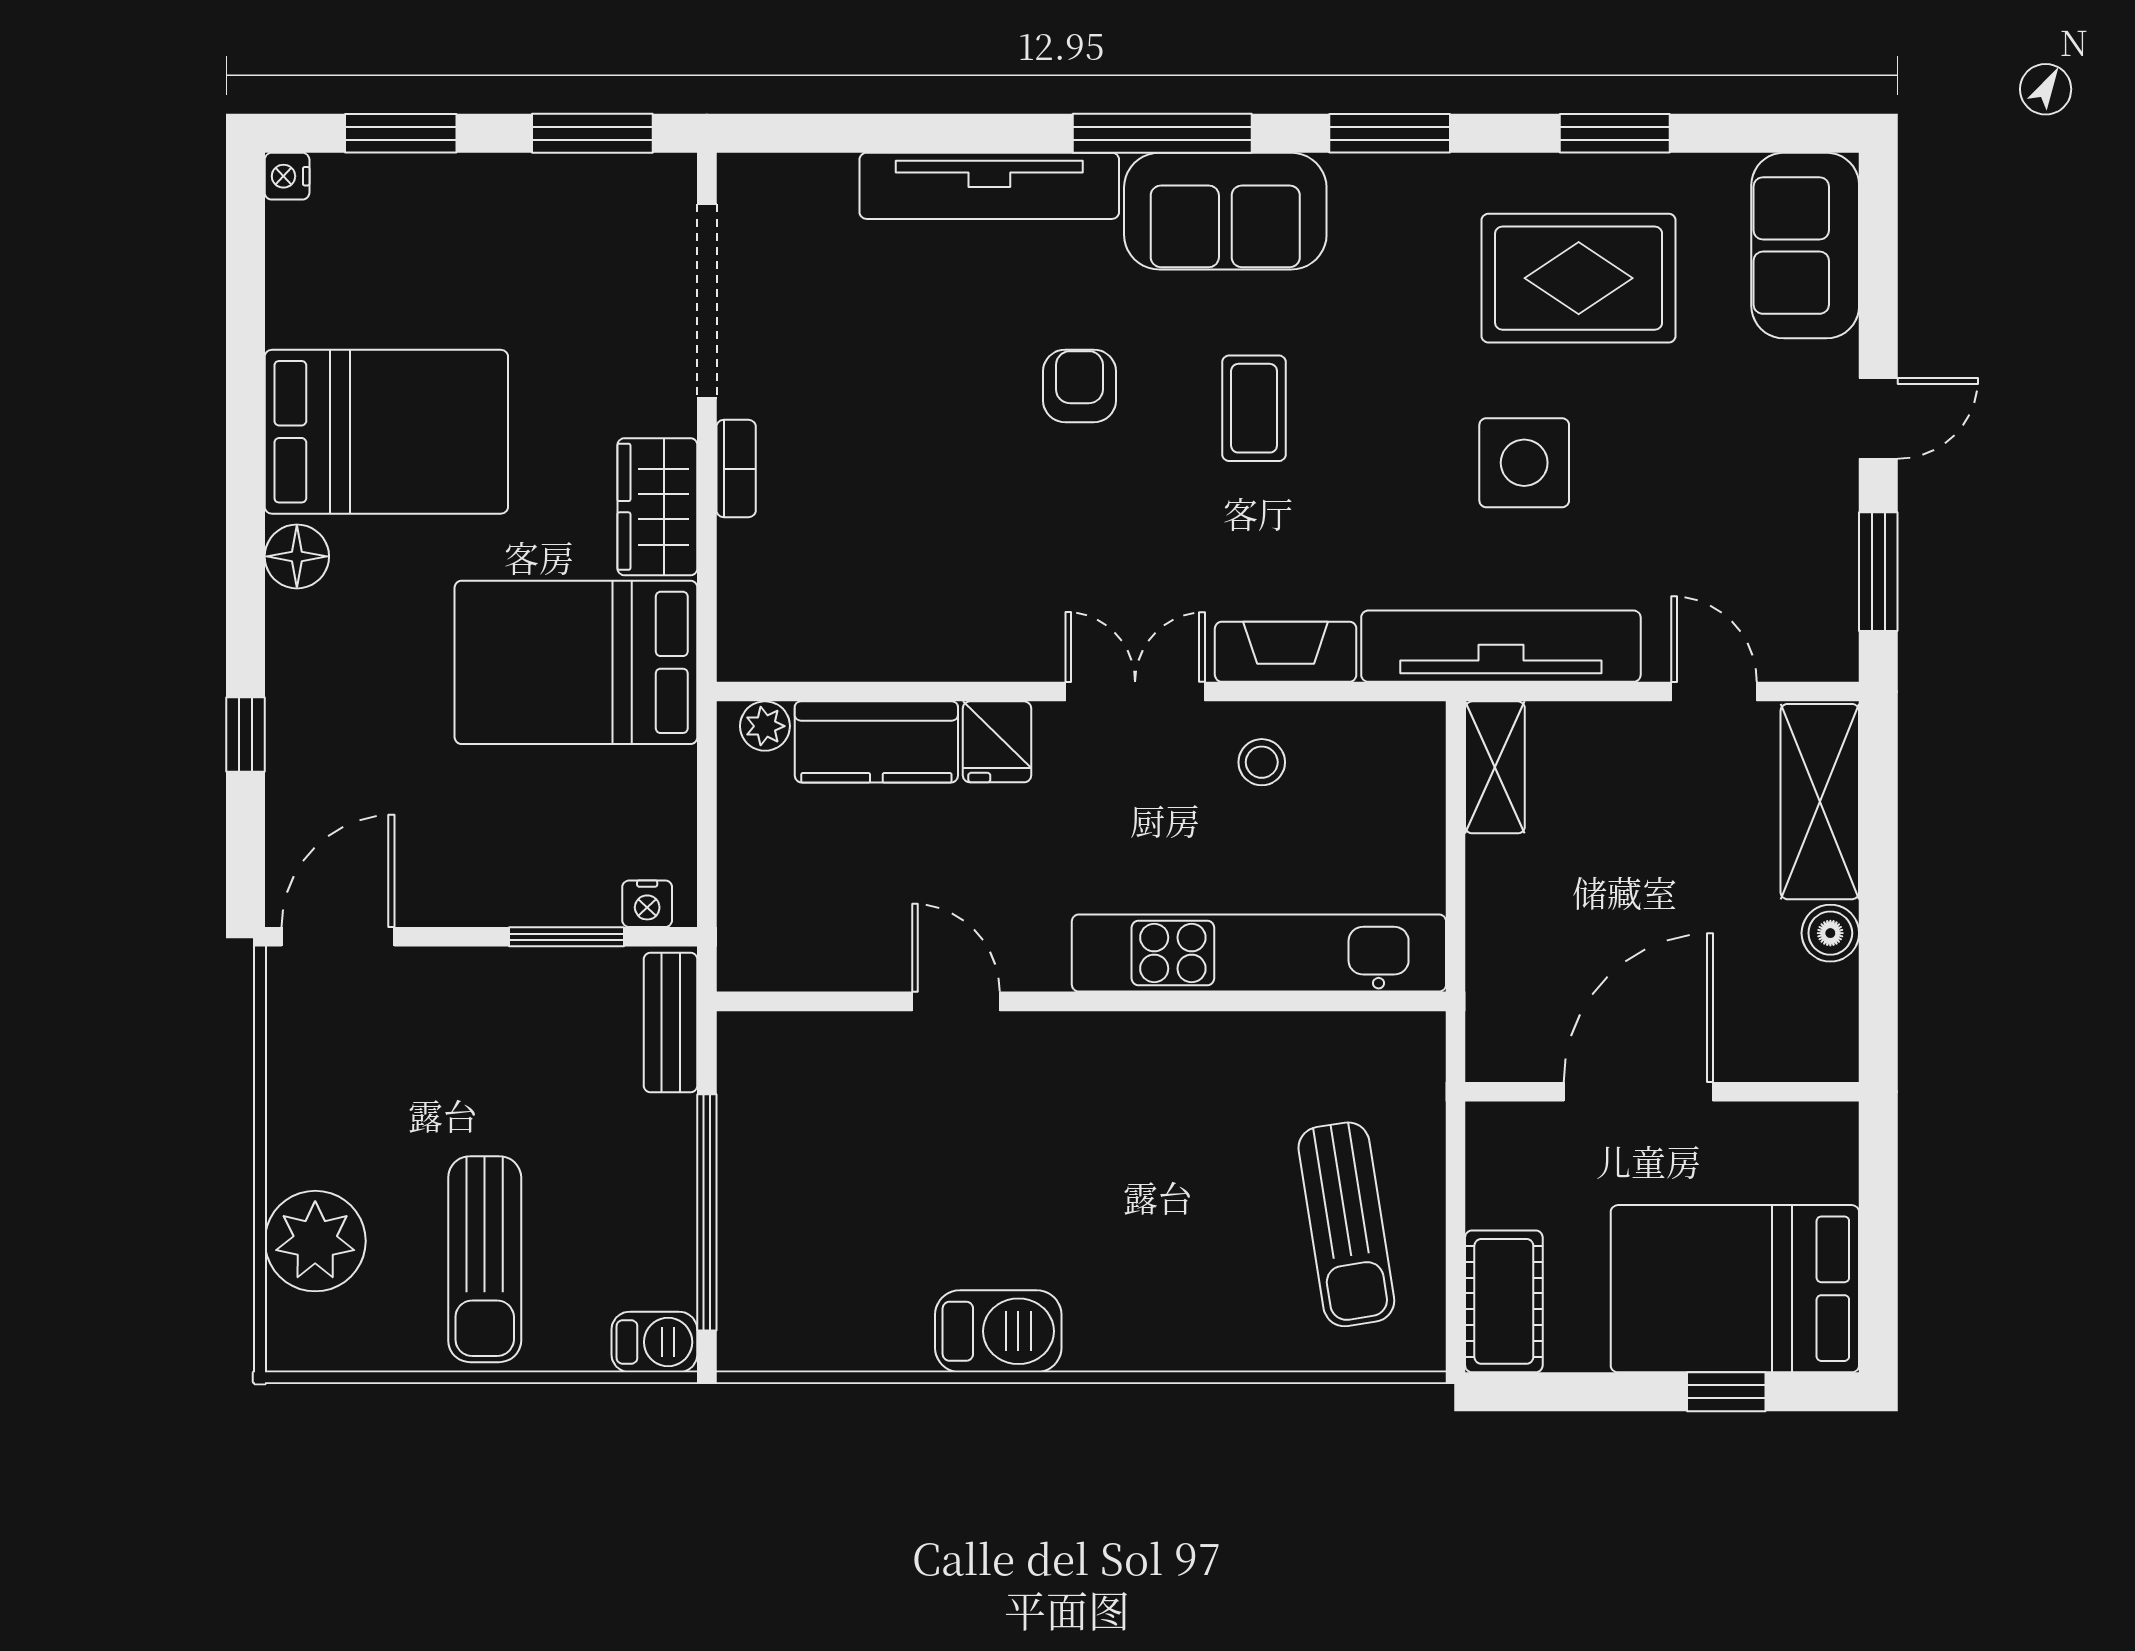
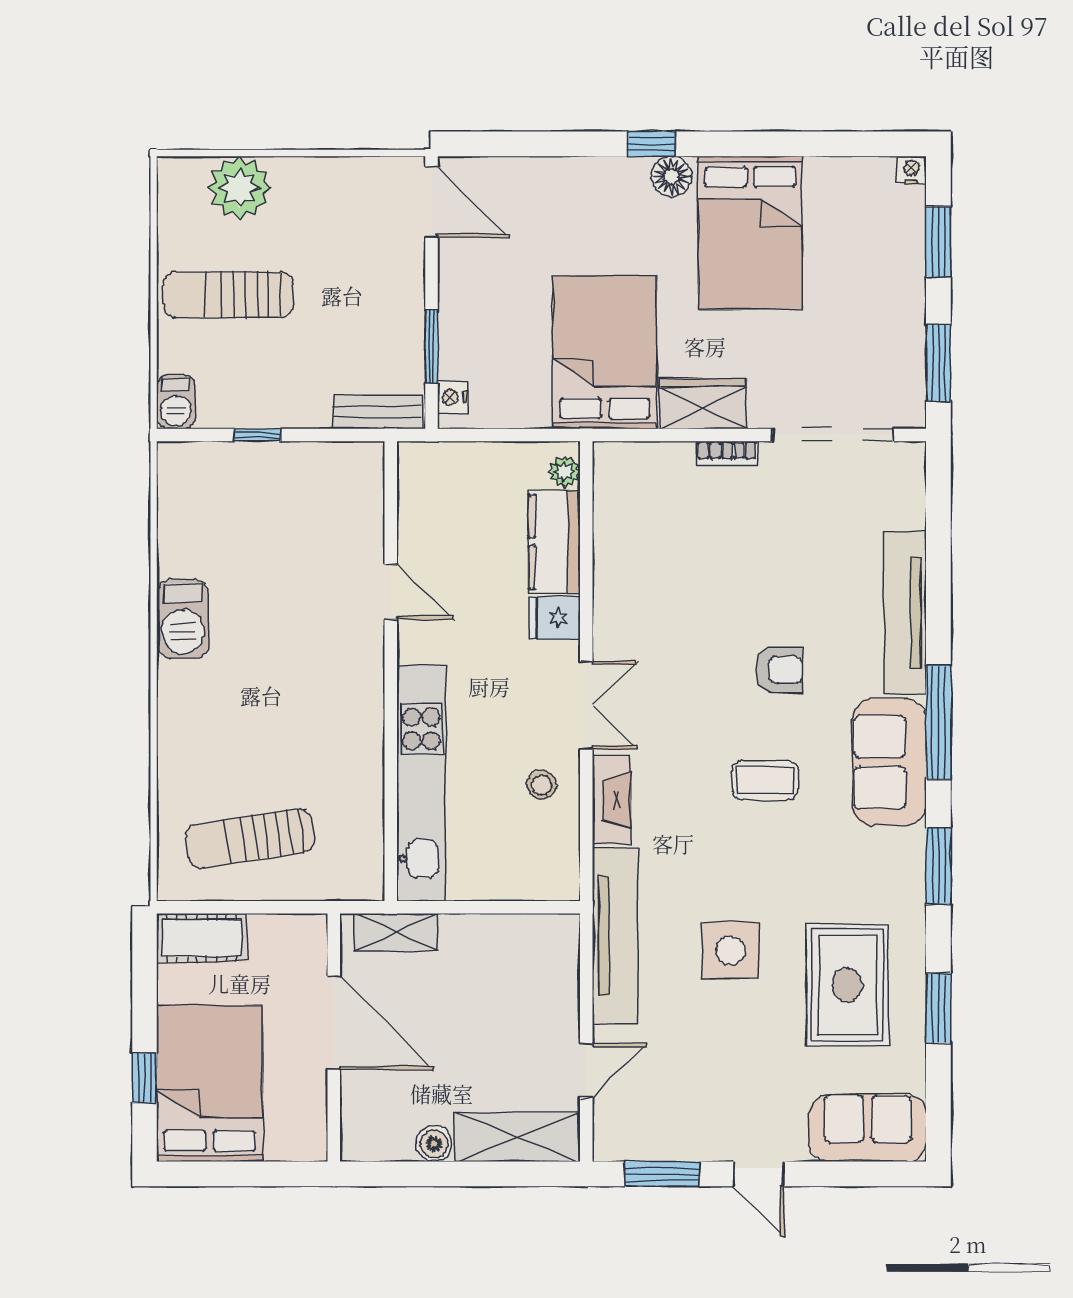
window: (245, 734) -> (652, 144), moved
shelving: (1495, 767) -> (396, 932), moved
door: (956, 1001) -> (391, 592), hinge flipped
window: (707, 1212) -> (258, 435), width x0.32

